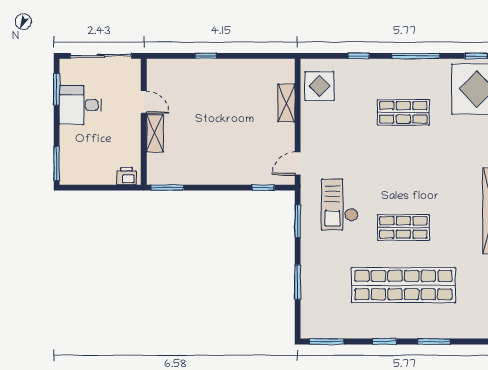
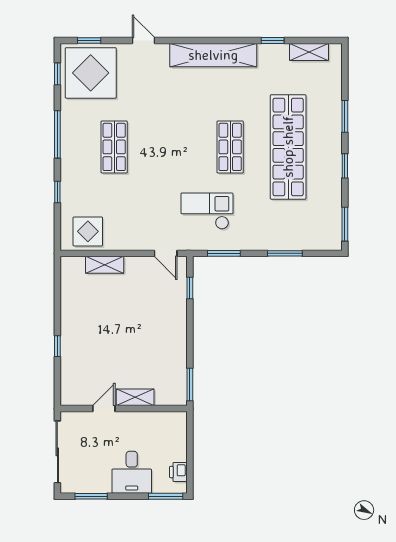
desk: (80, 105) -> (132, 472), moved
printer: (127, 176) -> (178, 472), moved
checkout: (340, 204) -> (207, 211), turned 180

